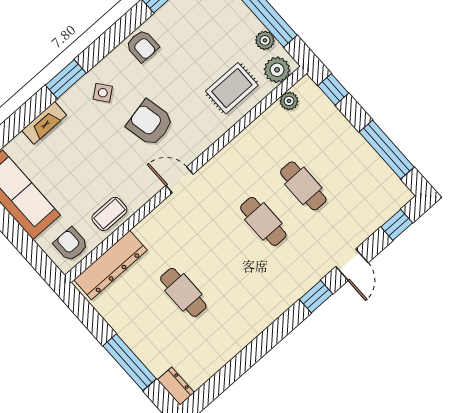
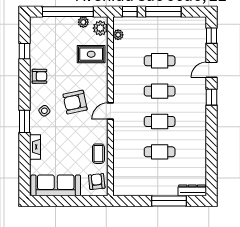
rug: (232, 88) -> (91, 54), turned 90
window: (387, 150) -> (163, 12), moved
armchair: (71, 244) -> (97, 182), turned 84
cafe table: (223, 257) -> (160, 121), added
dresser: (111, 265) -> (120, 172), removed
door: (352, 265) -> (211, 70), swing flipped
dresser: (176, 386) -> (192, 190), width x1.44

